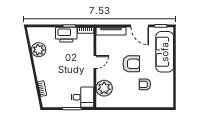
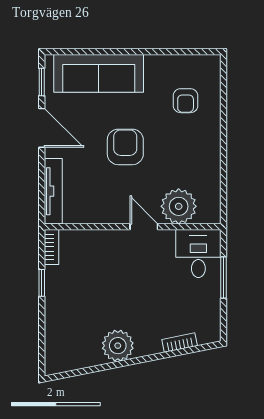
door: (140, 26) -> (42, 128), hinge flipped
printer: (66, 35) -> (61, 289), removed
plant: (39, 50) -> (118, 346), moved
door: (95, 62) -> (144, 227), moved
armchair: (145, 84) -> (186, 101), moved

